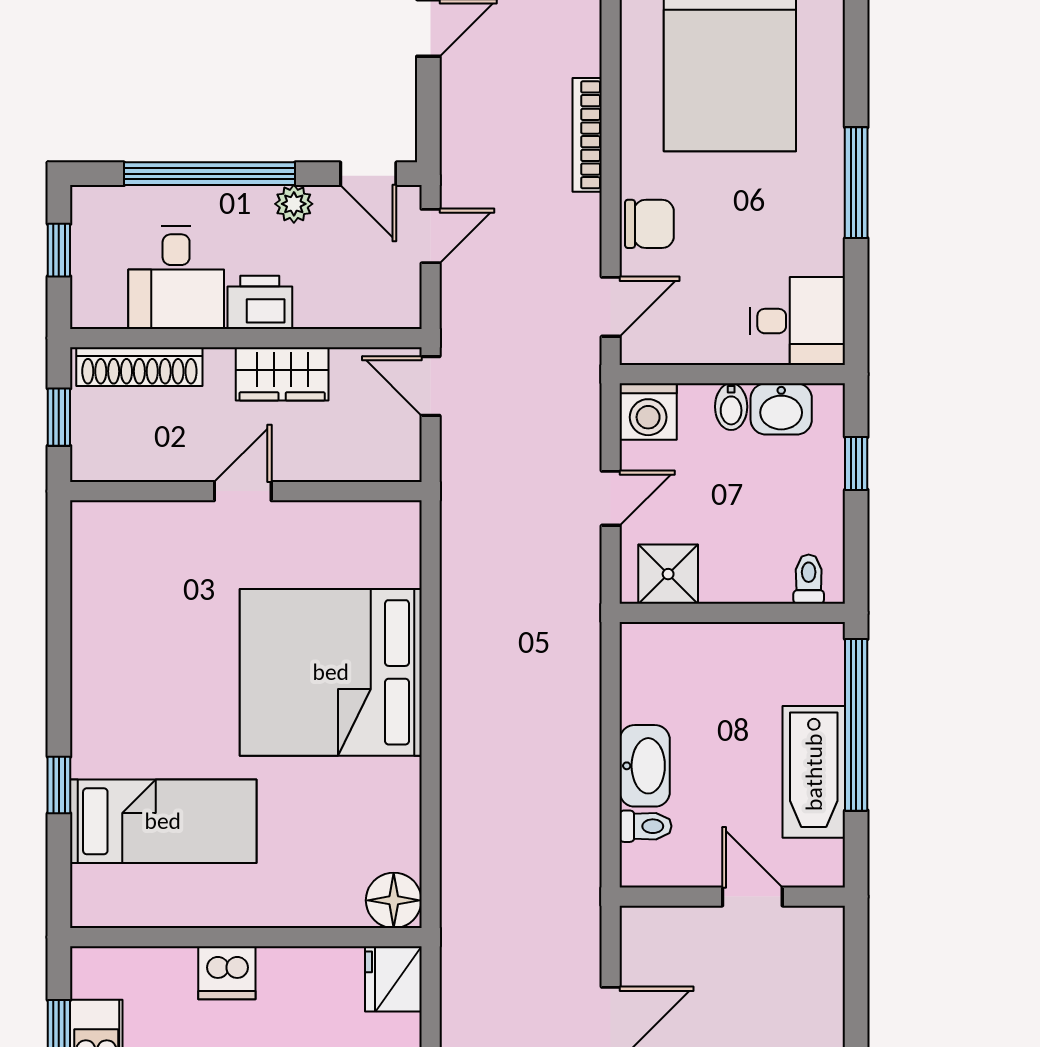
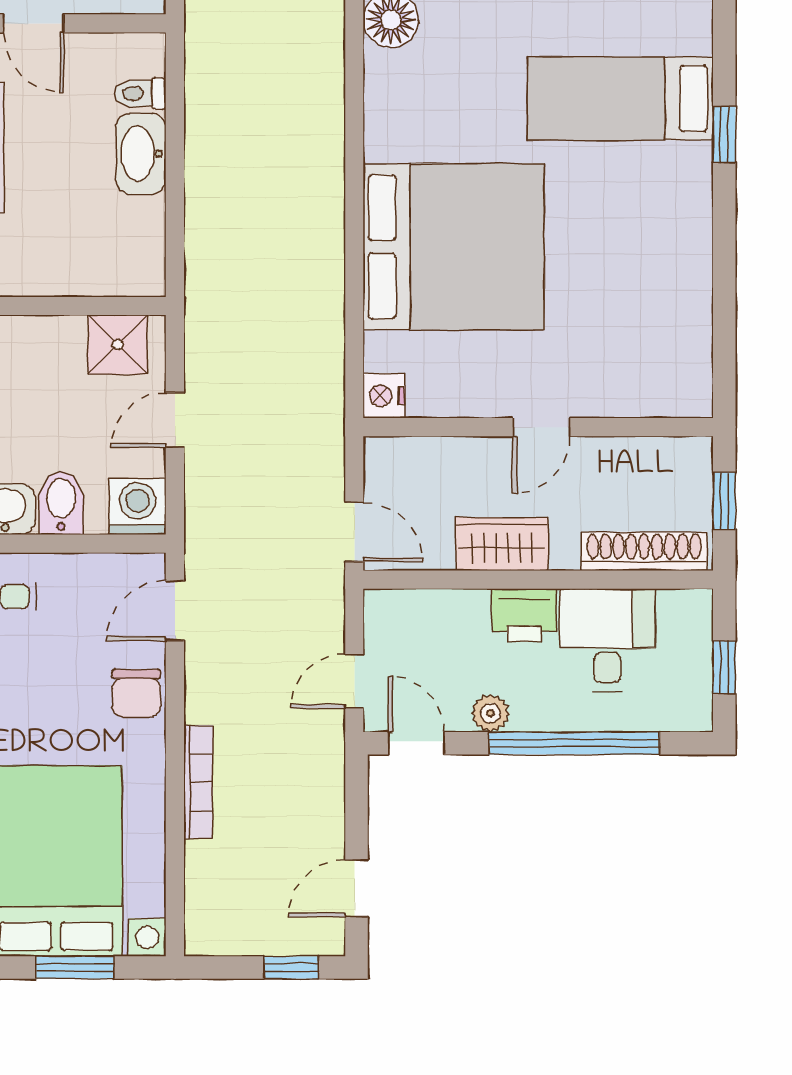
chair: (649, 224) -> (136, 693), turned -90
bidet: (731, 407) -> (61, 503), width x1.38, depth x1.36
nightstand: (401, 523) -> (384, 396), added

